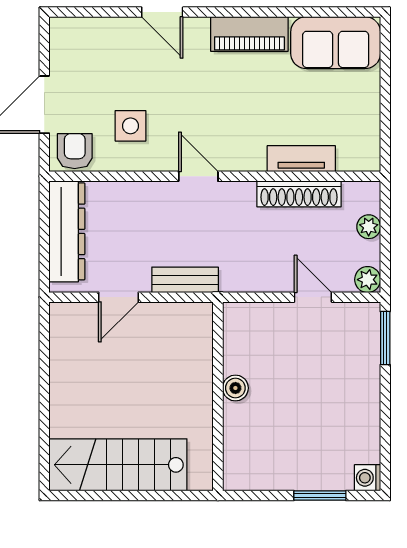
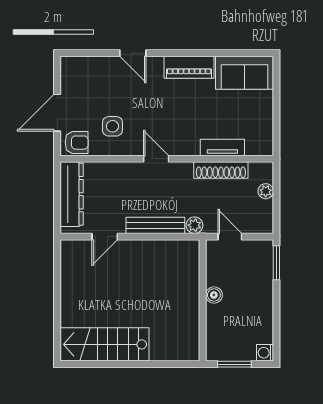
armchair: (75, 151) -> (77, 143), turned 90
bench: (185, 280) -> (155, 225), width x1.36
plant: (368, 280) -> (194, 225), moved
boiler: (235, 388) -> (214, 295), moved
wall: (218, 396) -> (203, 300), moved

